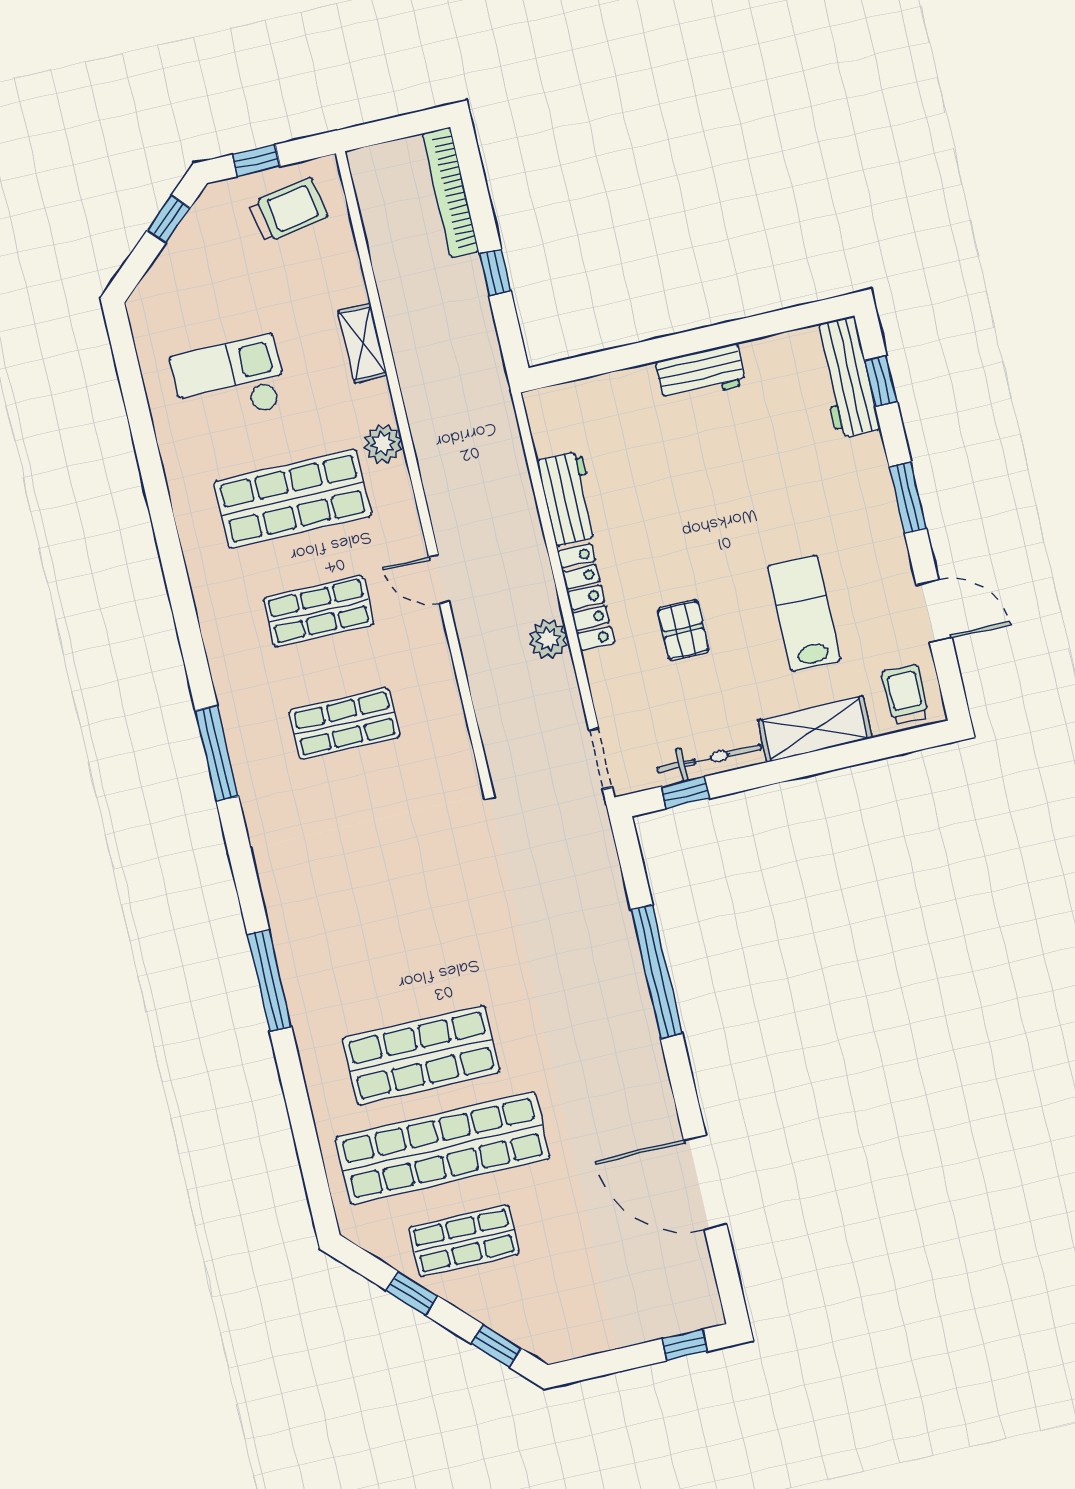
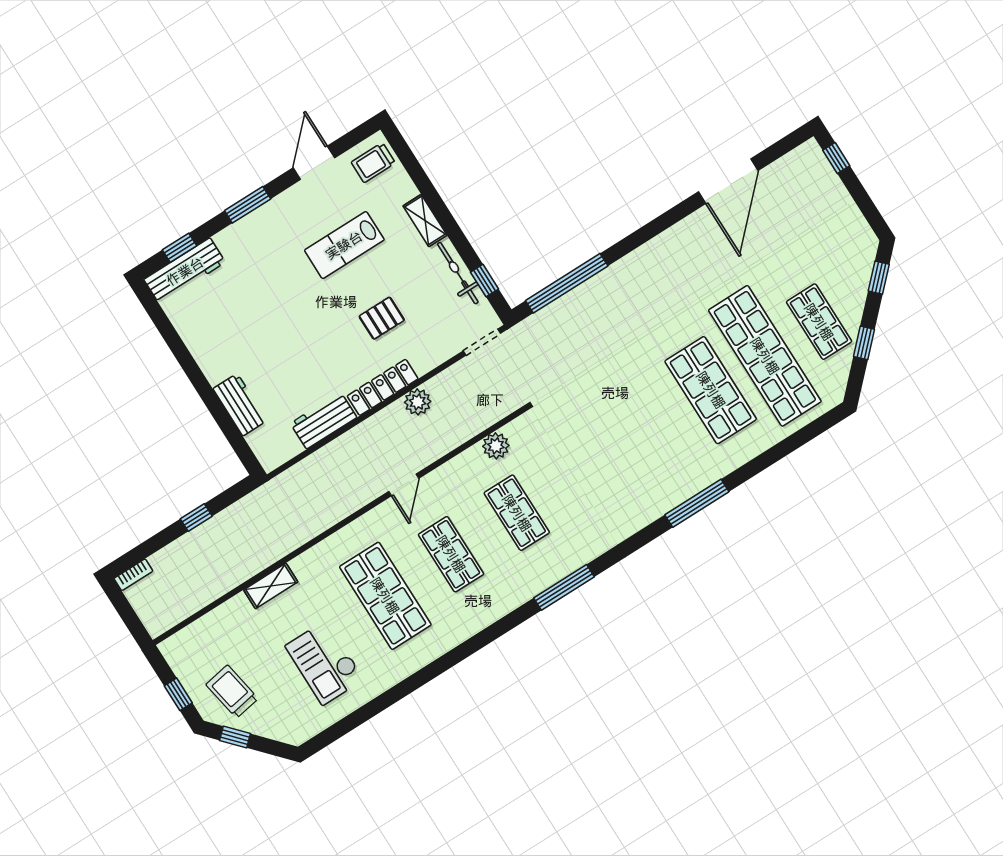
bookcase: (451, 192) -> (133, 575), width x0.43, depth x0.76
trolley: (288, 210) -> (232, 692), moved
workbench: (701, 373) -> (240, 405), moved
plant: (383, 444) -> (496, 446), moved
shelving: (815, 729) -> (425, 221), width x0.67, depth x0.75
window: (657, 971) -> (567, 283), moved

